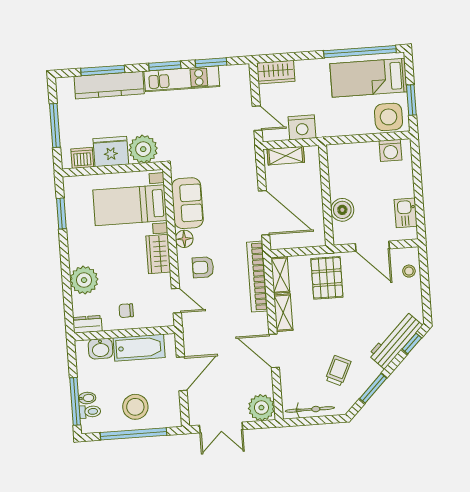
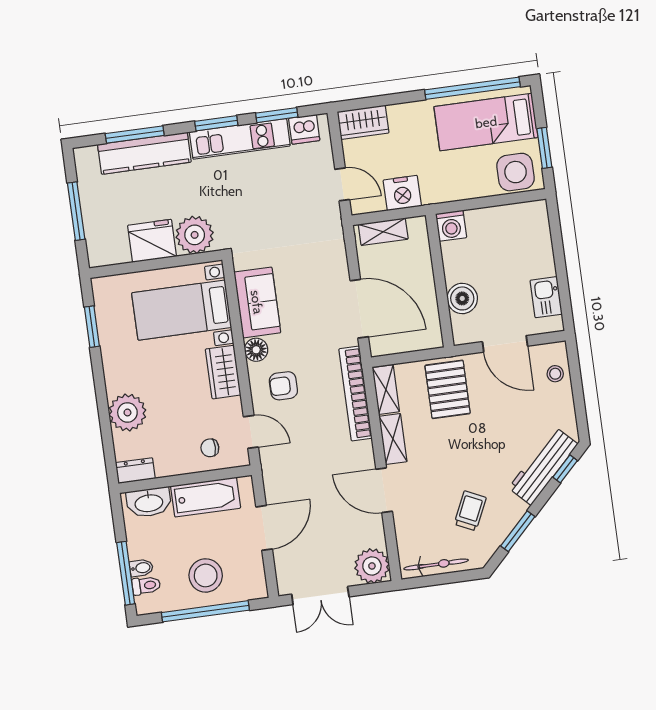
washing machine: (390, 150) -> (451, 226), moved
dishwasher: (82, 158) -> (304, 129), moved, turned 180
chair: (126, 311) -> (210, 448), moved
washbasin: (100, 349) -> (149, 502), width x1.38

